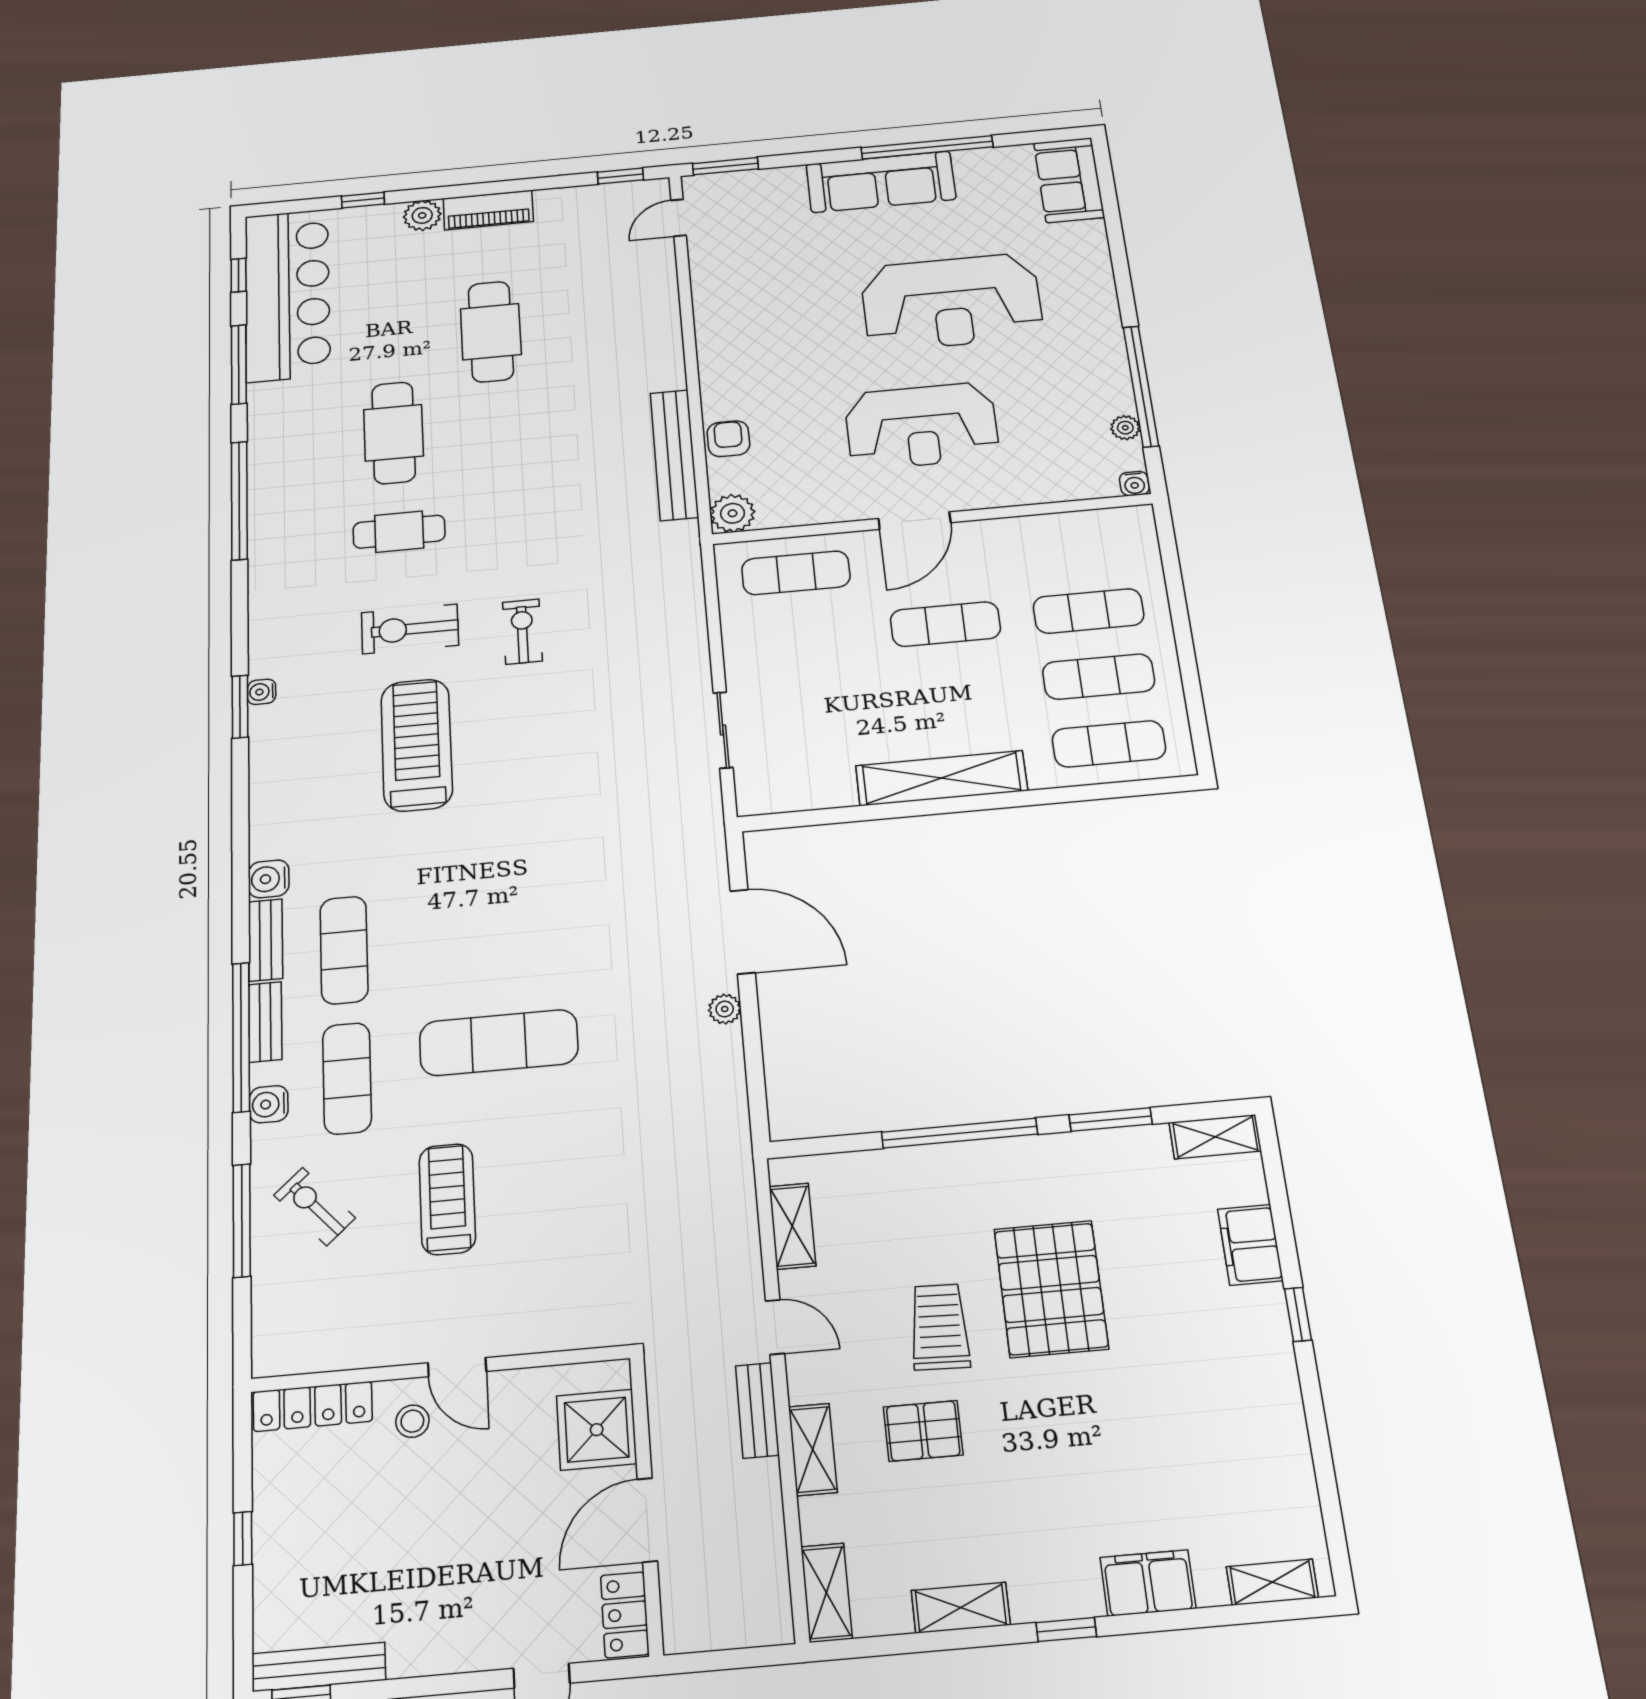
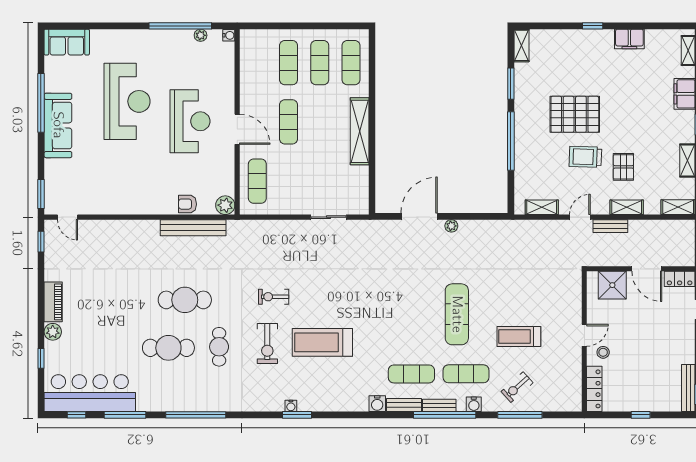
cafe table: (491, 332) -> (185, 300), moved
filing cabinet: (1250, 1245) -> (629, 39), moved

